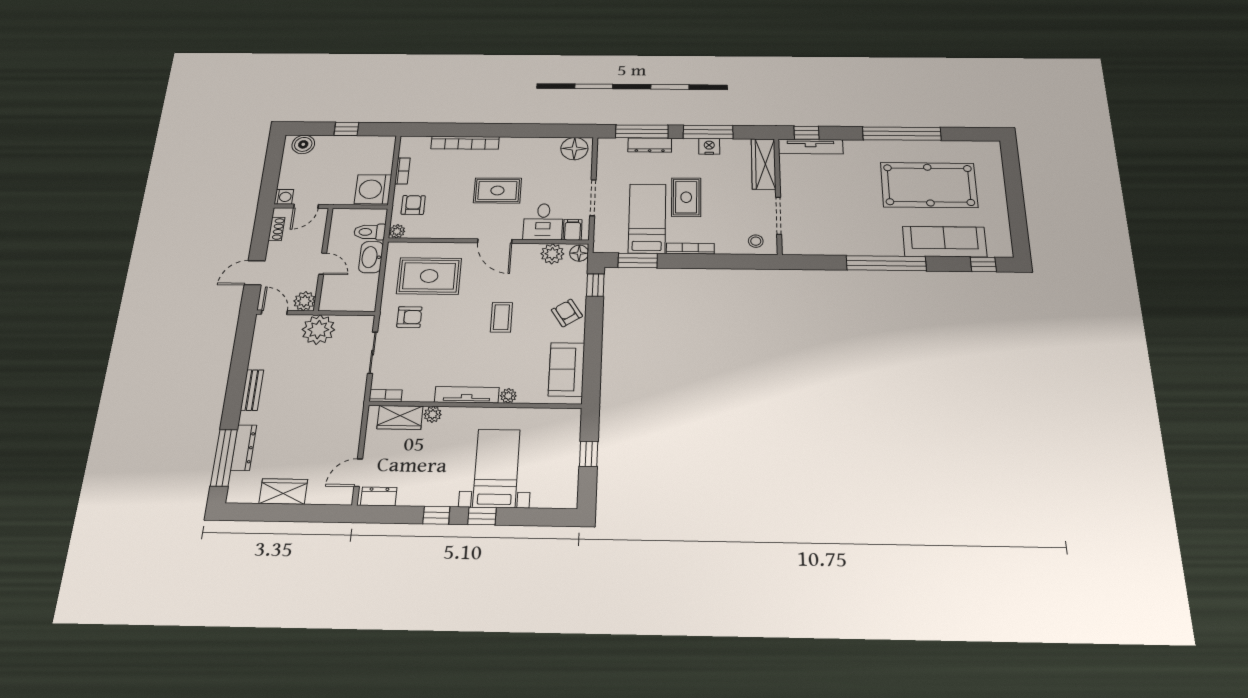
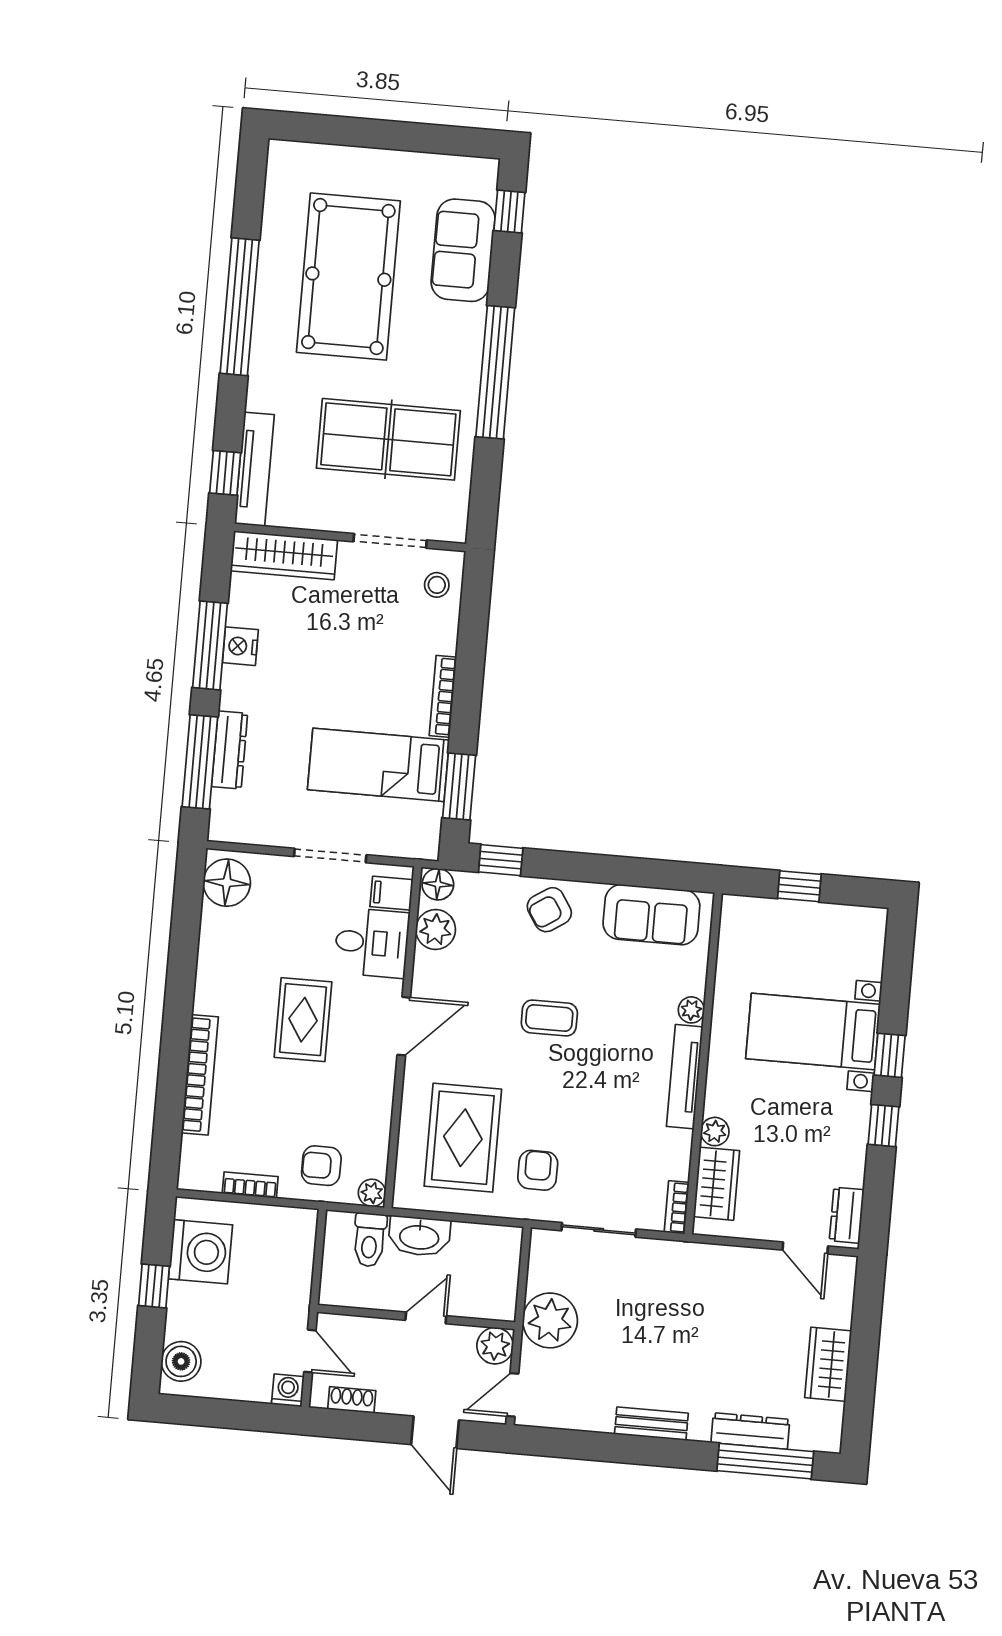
washing machine: (373, 189) -> (201, 1252), moved, turned -90
rug: (686, 197) -> (341, 695), removed
table tennis table: (838, 211) -> (388, 439), added
sofa: (945, 242) -> (463, 250), width x0.73

